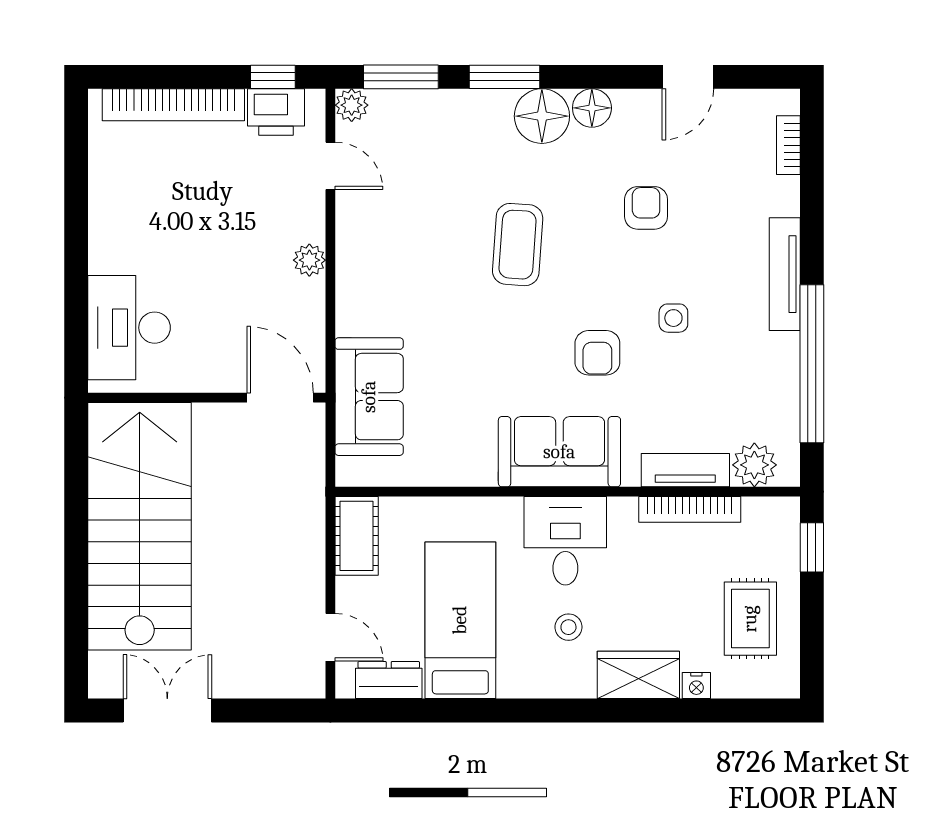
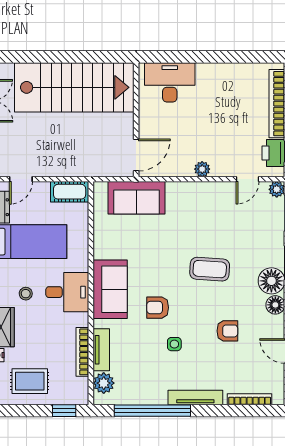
bookcase: (788, 145) -> (250, 399), width x1.56

